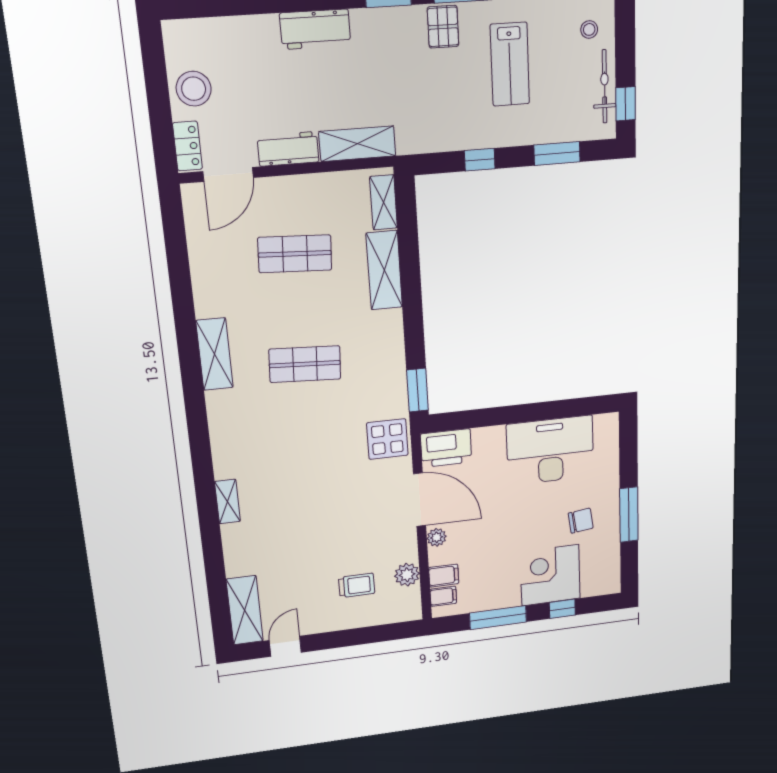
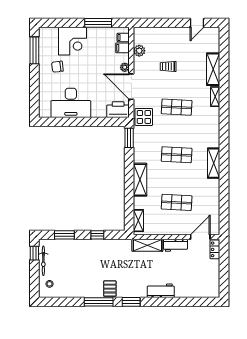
lab bench: (510, 64) -> (83, 272), removed
stool: (194, 89) -> (210, 271), removed
shelving: (384, 270) -> (140, 180), moved
shop shelf: (314, 469) -> (177, 107), added
window: (629, 515) -> (34, 50), moved
trolley: (357, 585) -> (168, 66), moved
window: (562, 609) -> (67, 23), removed
shelving: (245, 610) -> (213, 69), moved

